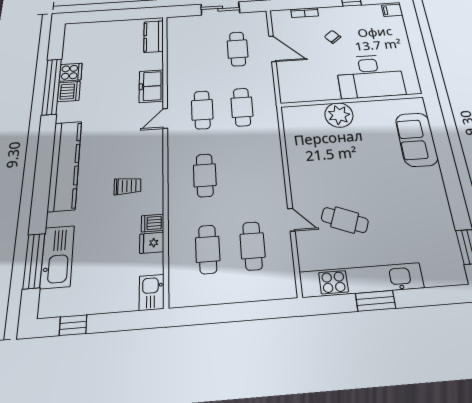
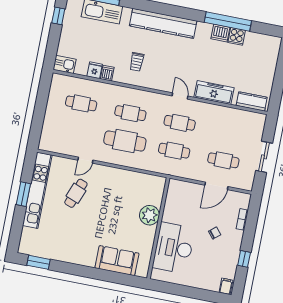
freezer: (151, 86) -> (214, 93), width x1.40
cafe table: (253, 246) -> (125, 141), moved, width x1.37, depth x1.35

